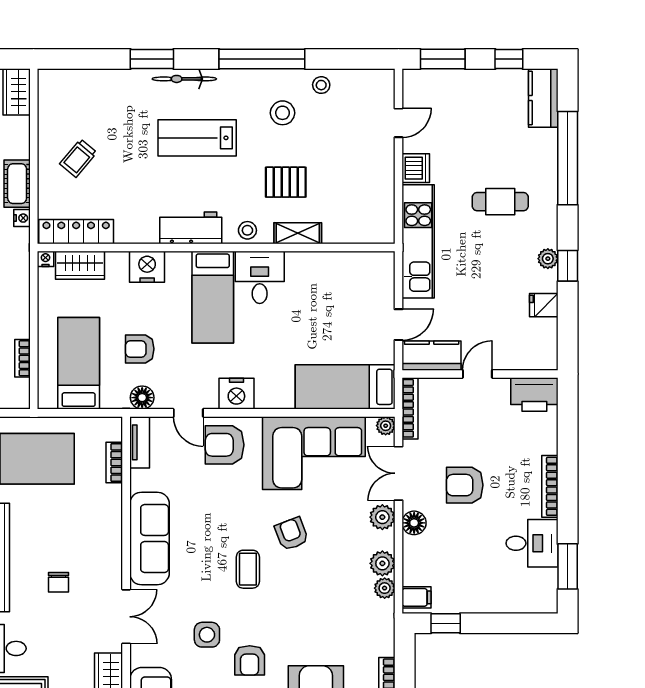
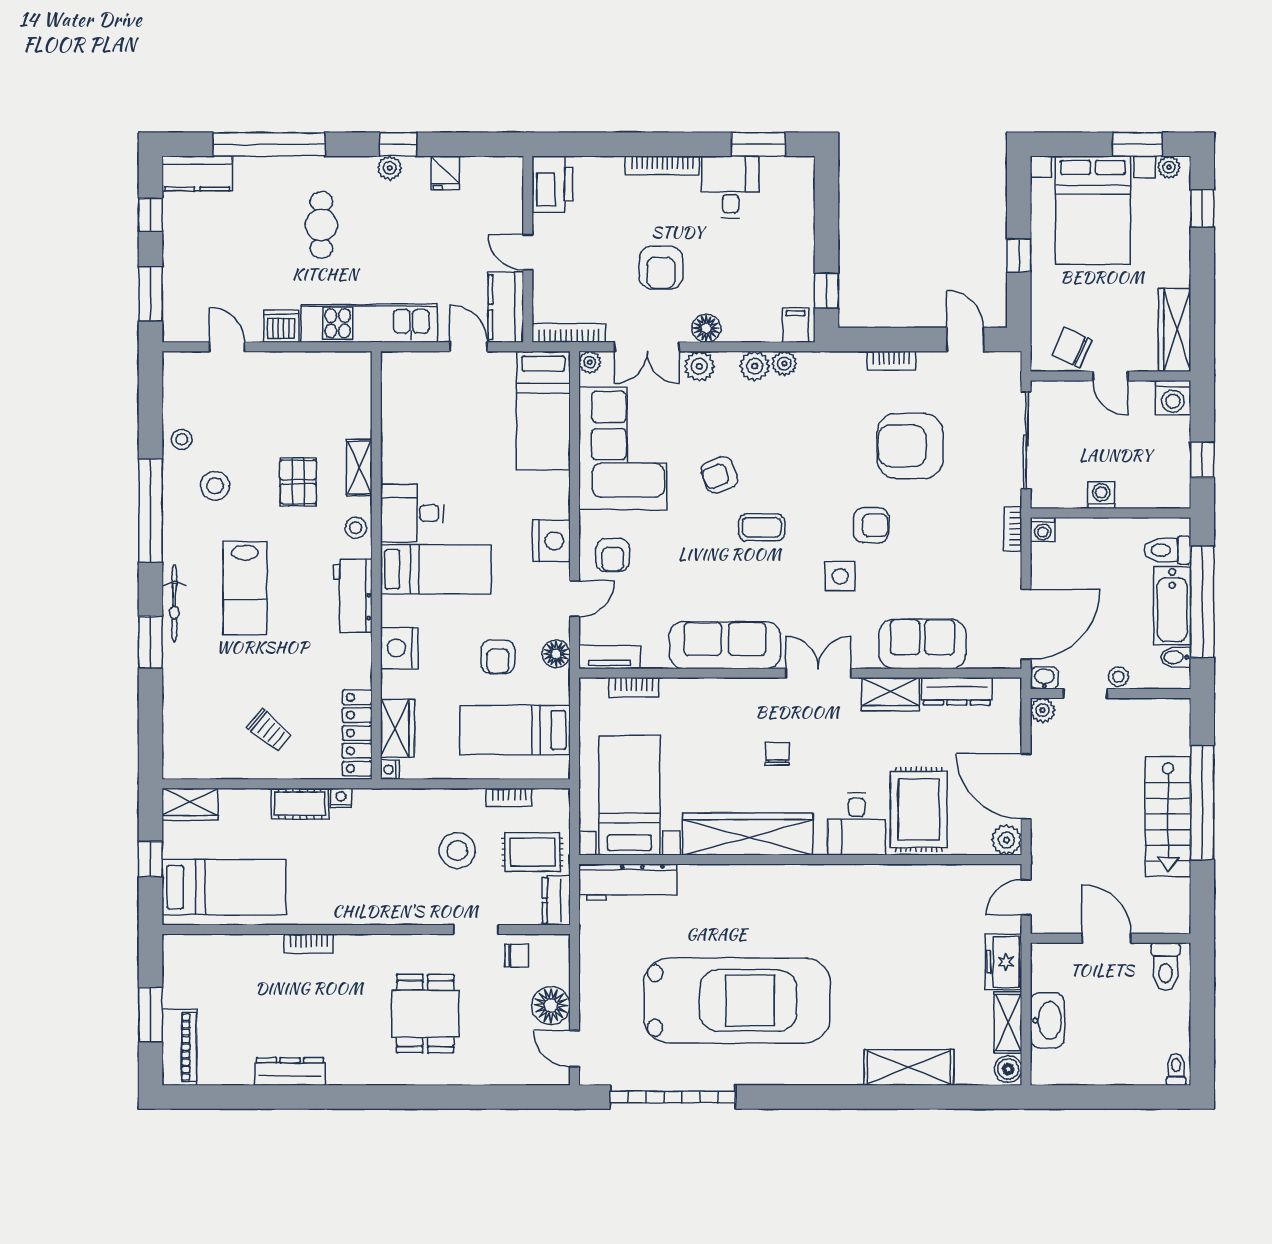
armchair: (225, 445) -> (613, 555), width x0.72, depth x0.72
chair: (59, 582) -> (777, 754), turned -90

